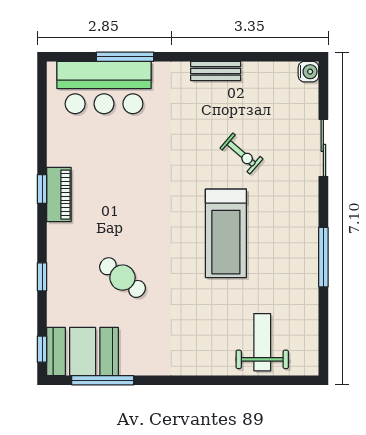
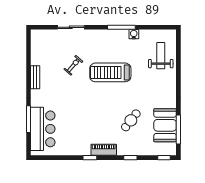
water cooler: (308, 72) -> (134, 34), moved
piano: (59, 195) -> (104, 150), moved
treadmill: (226, 233) -> (110, 72), turned 180
weight bench: (262, 342) -> (161, 56), turned 90
booth: (83, 351) -> (165, 125), moved

